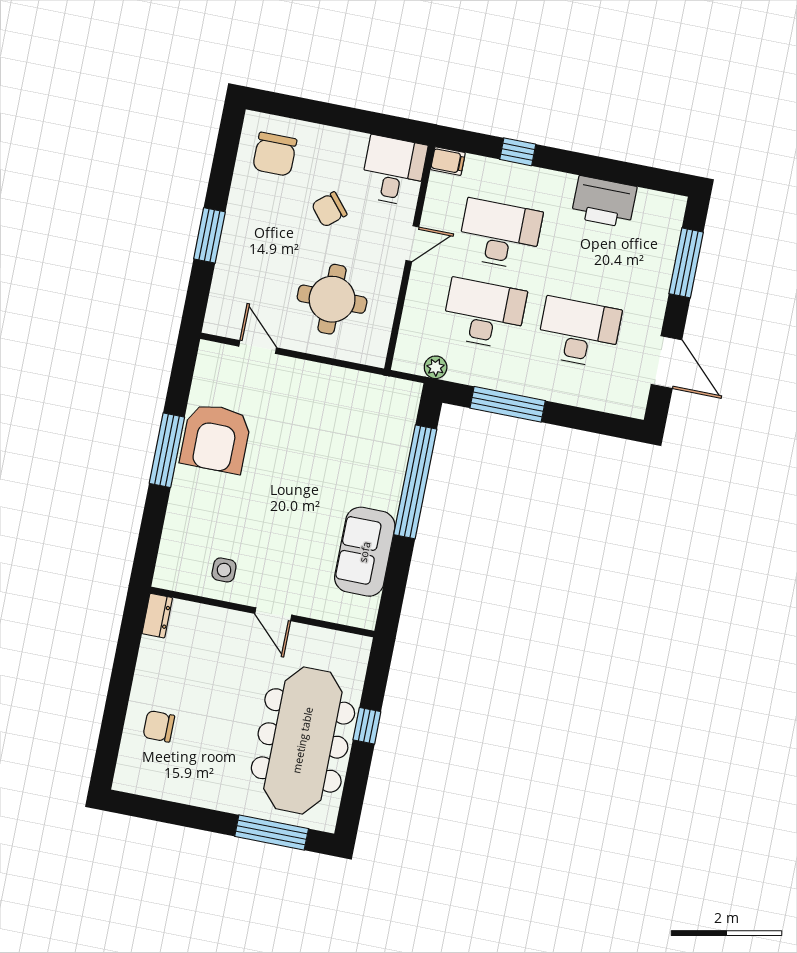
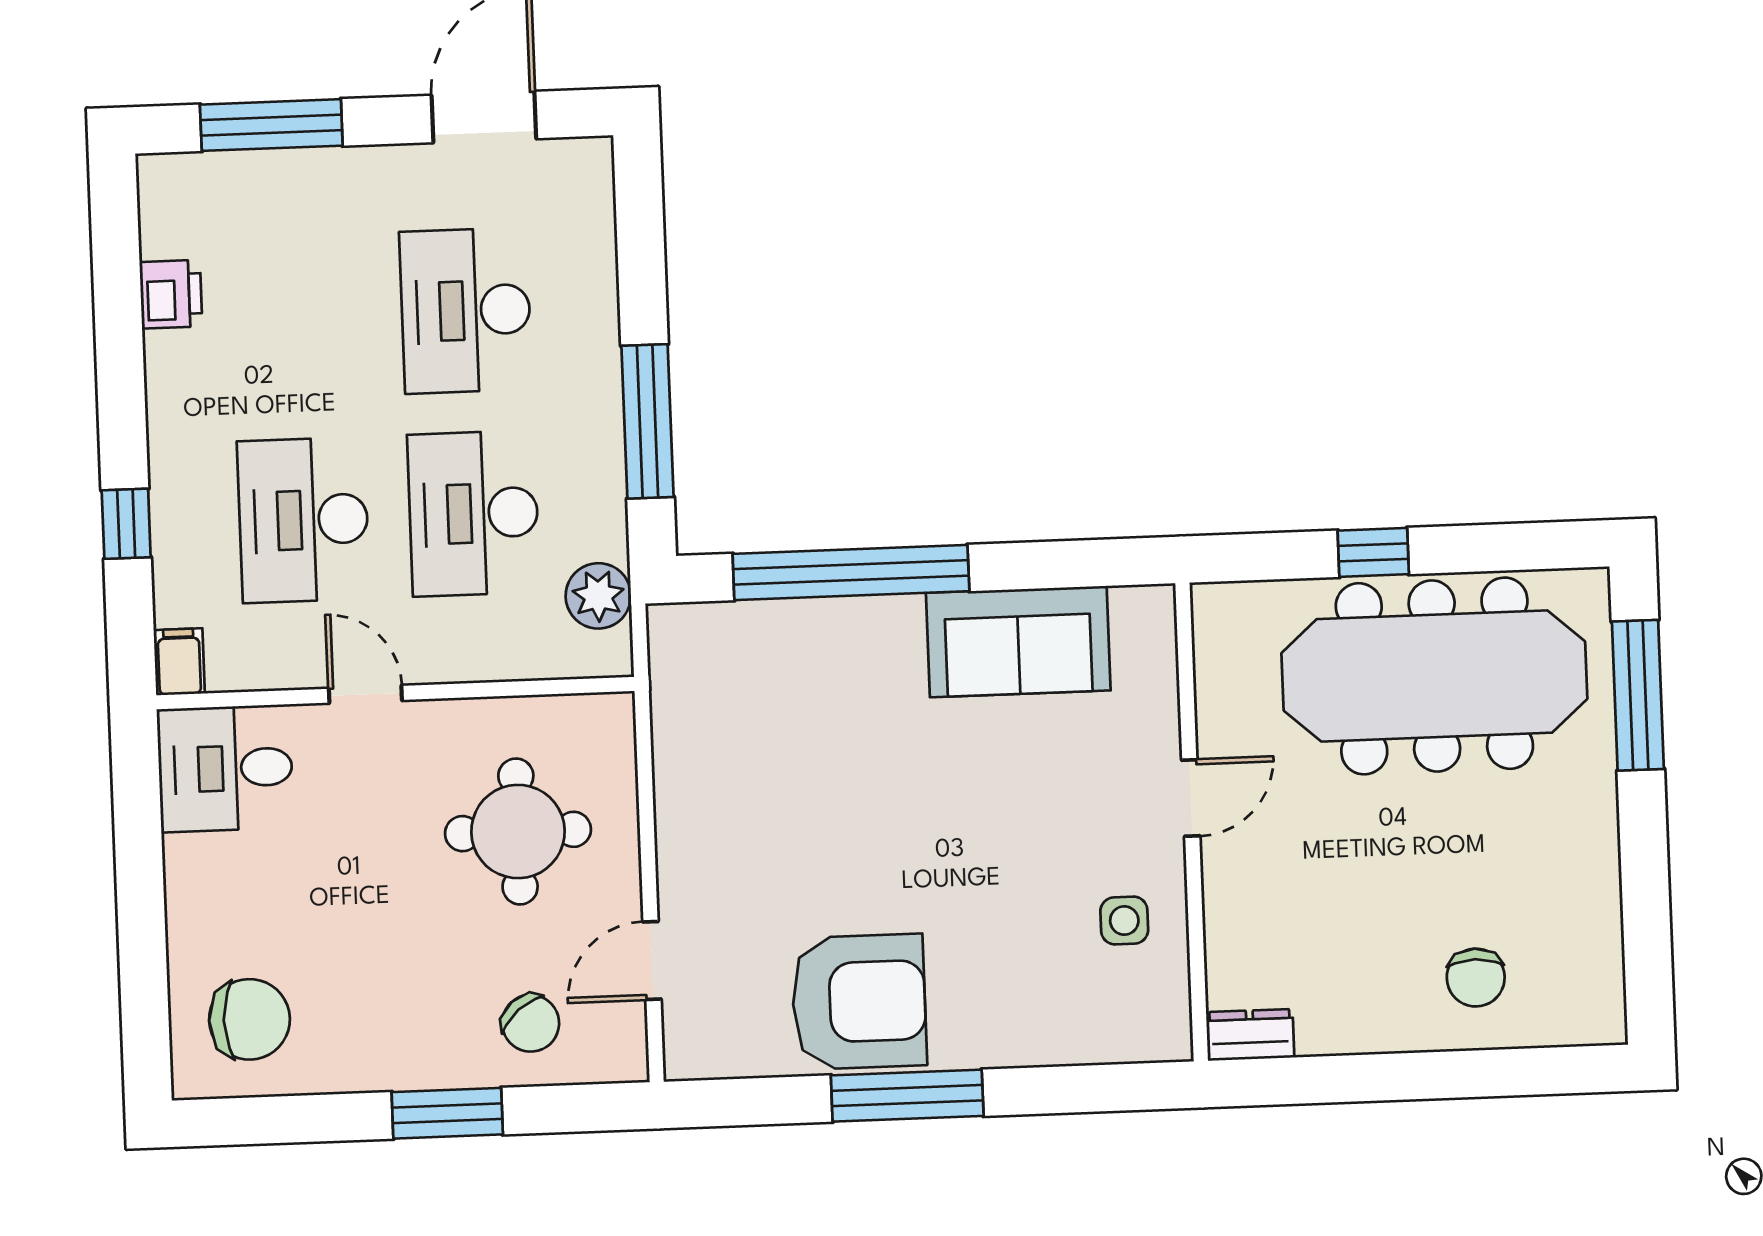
printer: (604, 202) -> (171, 294), width x0.53, depth x0.68
chair: (329, 209) -> (531, 1023), moved
plant: (436, 367) -> (598, 596), width x1.38, depth x1.38

